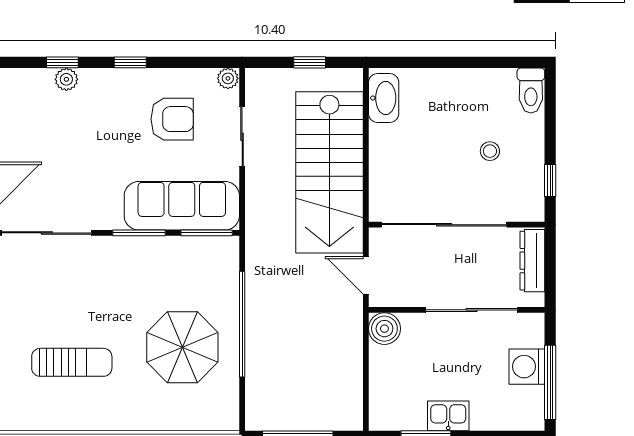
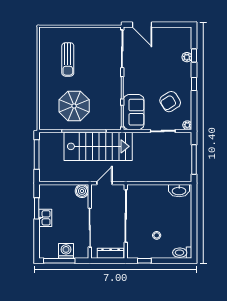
window: (310, 62) -> (194, 159), width x2.17
armchair: (172, 119) -> (170, 102), turned 58
stairs: (329, 172) -> (98, 146), moved, turned 180
sofa: (182, 206) -> (134, 112), width x0.73

